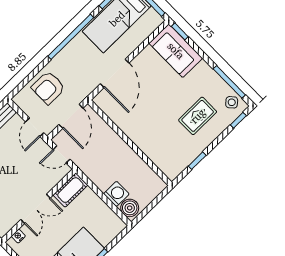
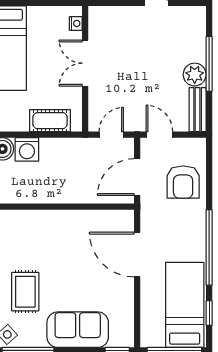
sofa: (176, 51) -> (78, 330), moved
armchair: (48, 88) -> (183, 182), turned 180
door: (71, 116) -> (137, 177), hinge flipped
cot: (70, 190) -> (50, 121), moved, turned 90

